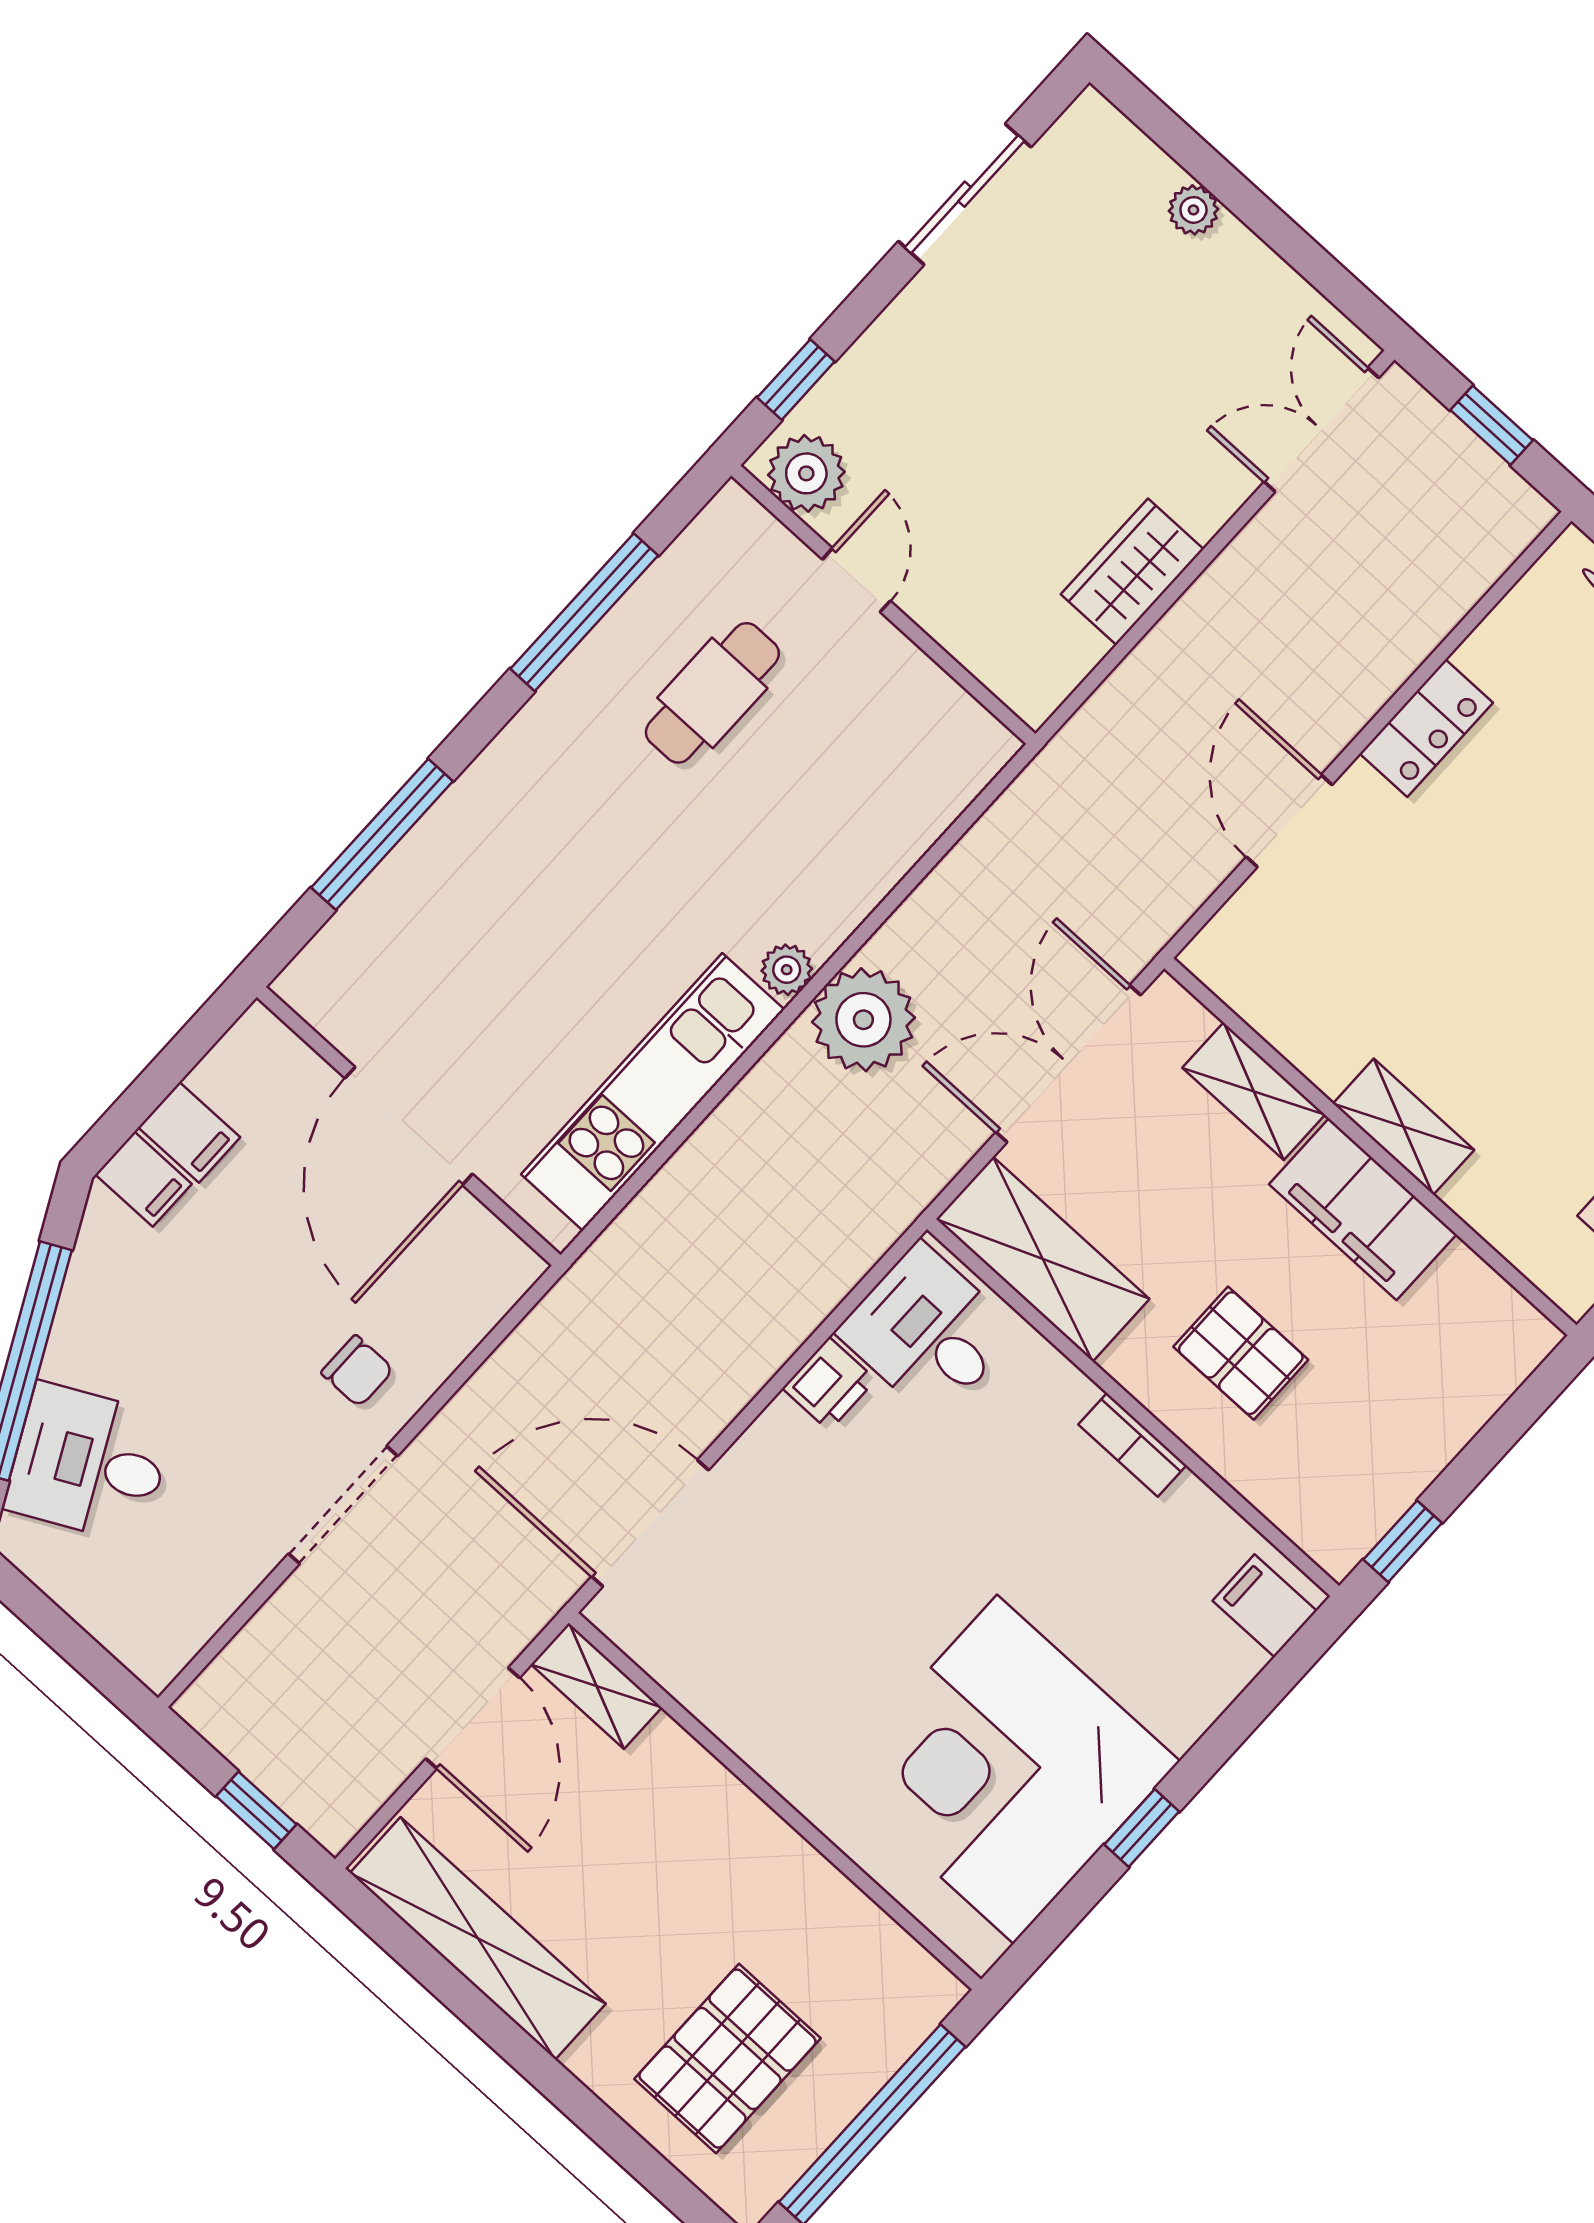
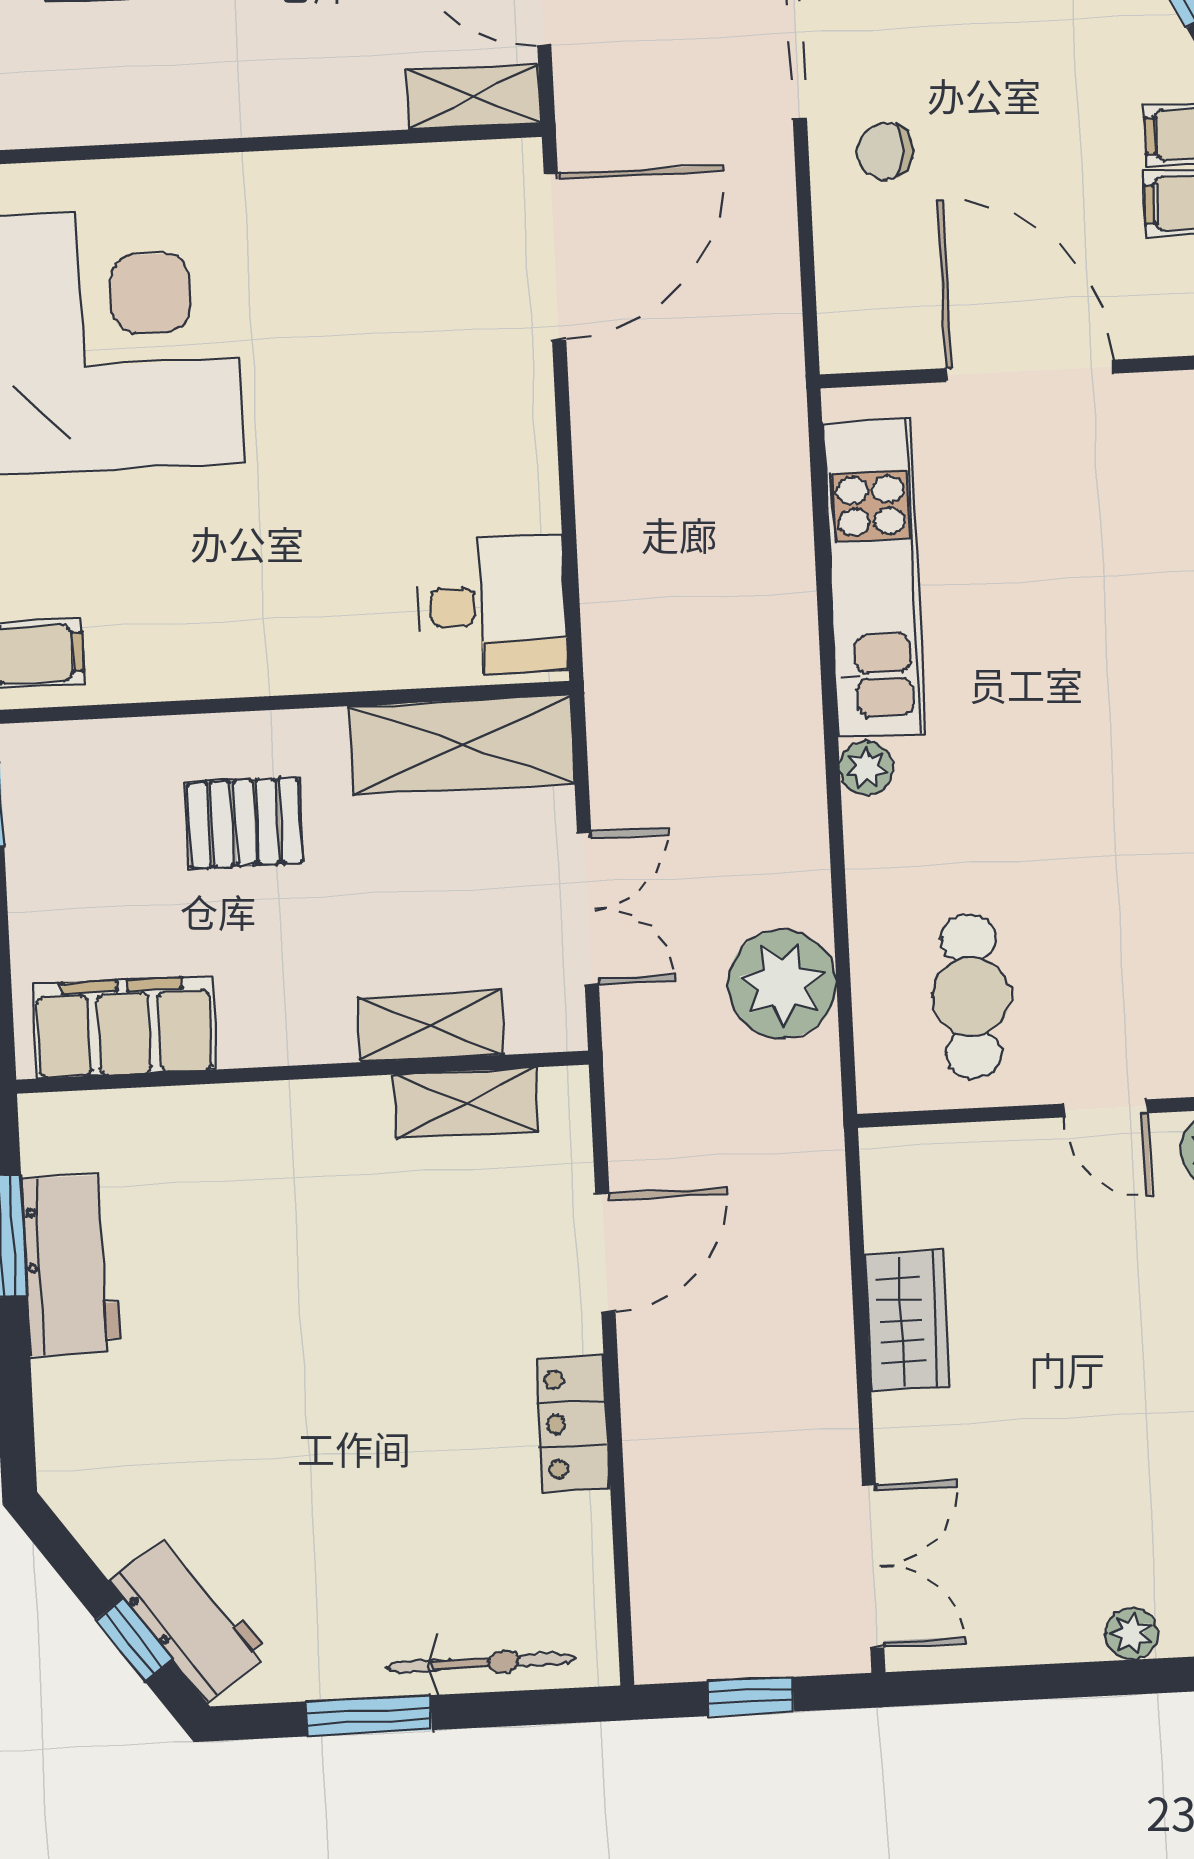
cafe table: (712, 693) -> (971, 996), moved
door: (1289, 821) -> (605, 1253), hinge flipped
plant: (863, 1020) -> (782, 984), moved
double door: (1068, 1064) -> (588, 909), width x0.73
shelving: (1404, 1127) -> (466, 1103), moved
filing cabinet: (1363, 1209) -> (124, 1027), moved
printer: (829, 1384) -> (526, 493), removed
bookcase: (1132, 1445) -> (256, 674), removed

